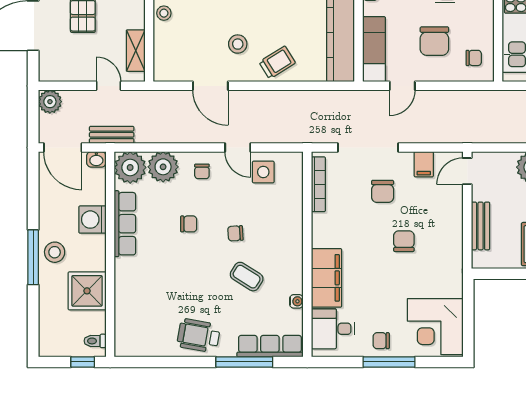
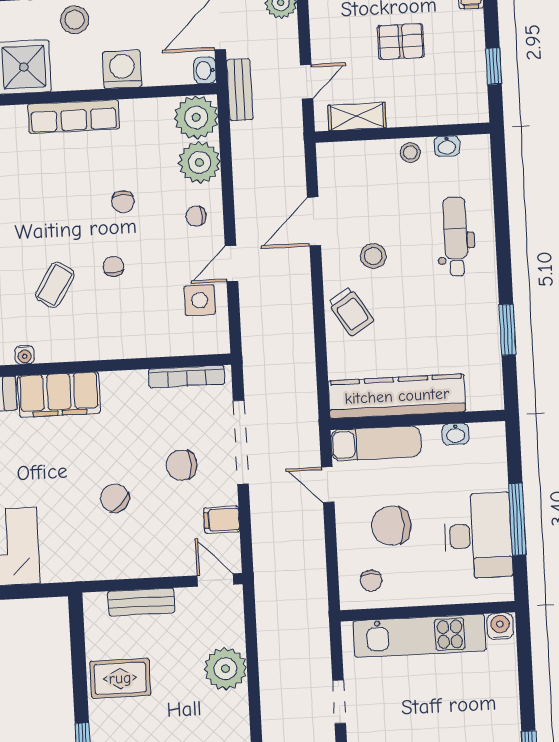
row of seats: (125, 224) -> (74, 116), moved
chair: (404, 241) -> (115, 498), turned -134

